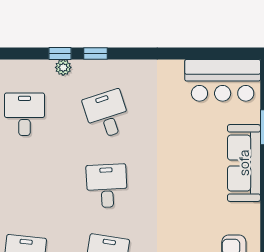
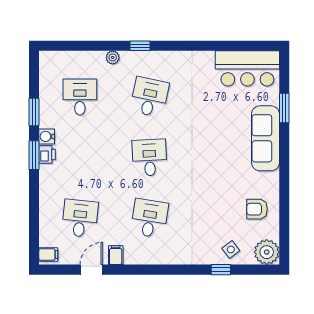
window: (60, 54) -> (110, 46), removed
desk: (107, 114) -> (149, 97), turned 30

